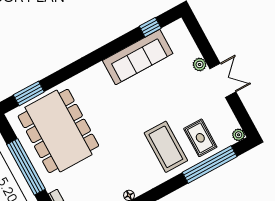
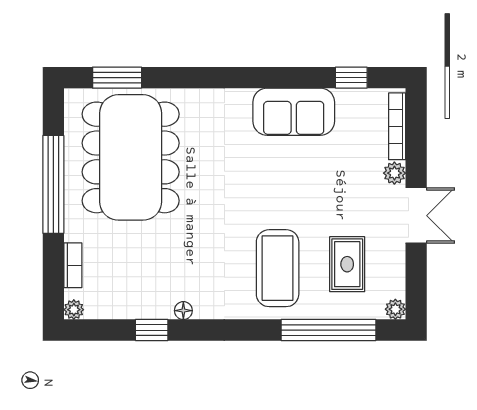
bookcase: (188, 40) -> (397, 126), added
sofa: (138, 57) -> (294, 112), width x0.73
rug: (200, 138) -> (347, 264), moved

